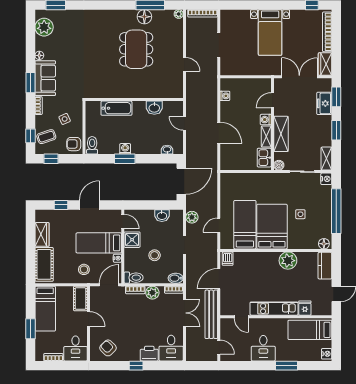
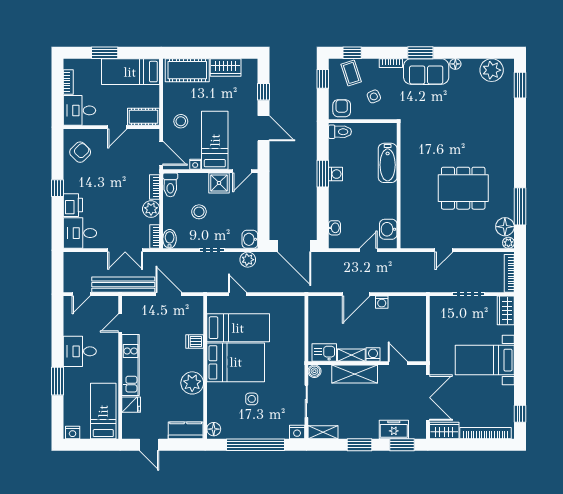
wardrobe: (231, 16) -> (506, 310), added
floor lamp: (144, 17) -> (505, 227), moved
washing machine: (225, 96) -> (382, 302), moved
washbasin: (154, 108) -> (388, 229), moved
washbasin: (162, 216) -> (250, 239), moved
dishwasher: (228, 259) -> (195, 341), moved

